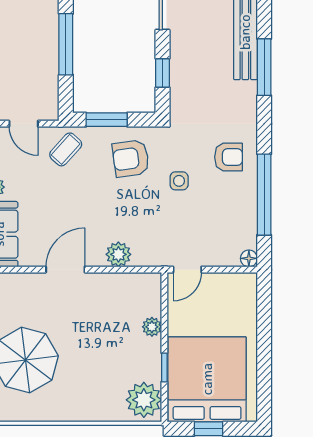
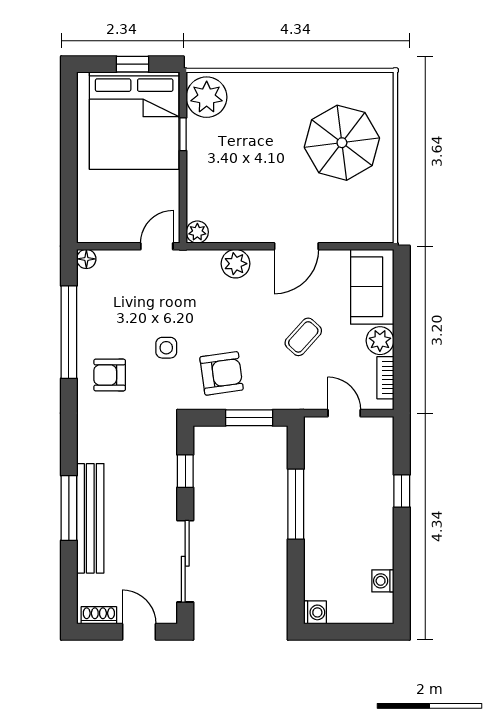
window: (264, 67) -> (69, 508), moved
coffee table: (66, 149) -> (303, 337), moved
plant: (152, 327) -> (197, 232), moved

